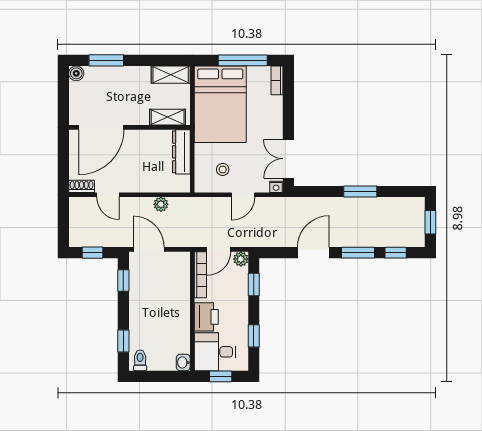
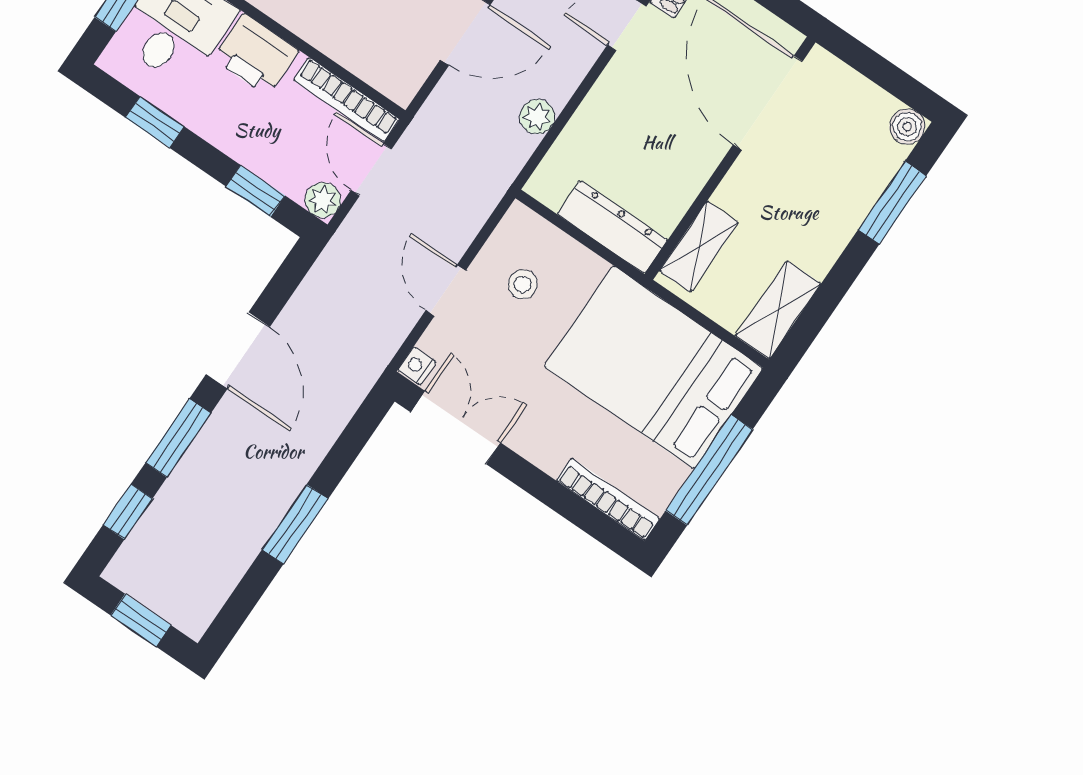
bookcase: (277, 80) -> (608, 499), width x1.56

